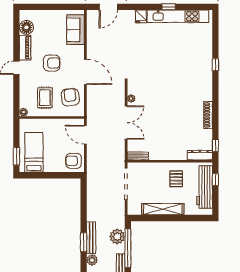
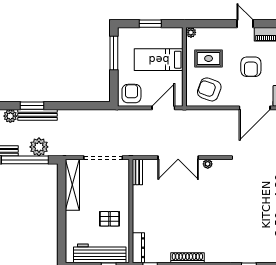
door: (85, 72) -> (255, 108), moved
armchair: (70, 97) -> (209, 89), turned -153
bed: (34, 152) -> (159, 60), moved, turned 180
window: (16, 156) -> (150, 24), moved
window: (40, 175) -> (114, 53), added
shelving: (163, 209) -> (72, 185), moved

